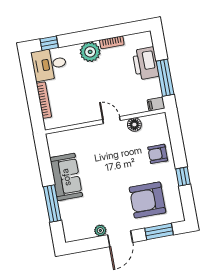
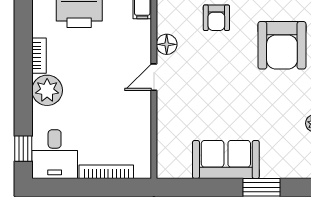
window: (52, 204) -> (261, 187), width x0.69

